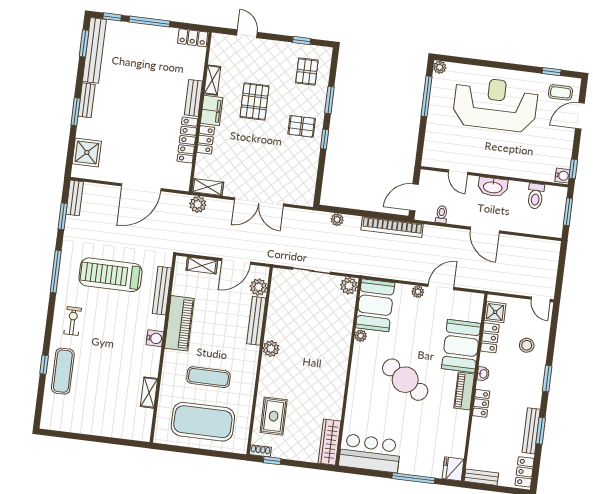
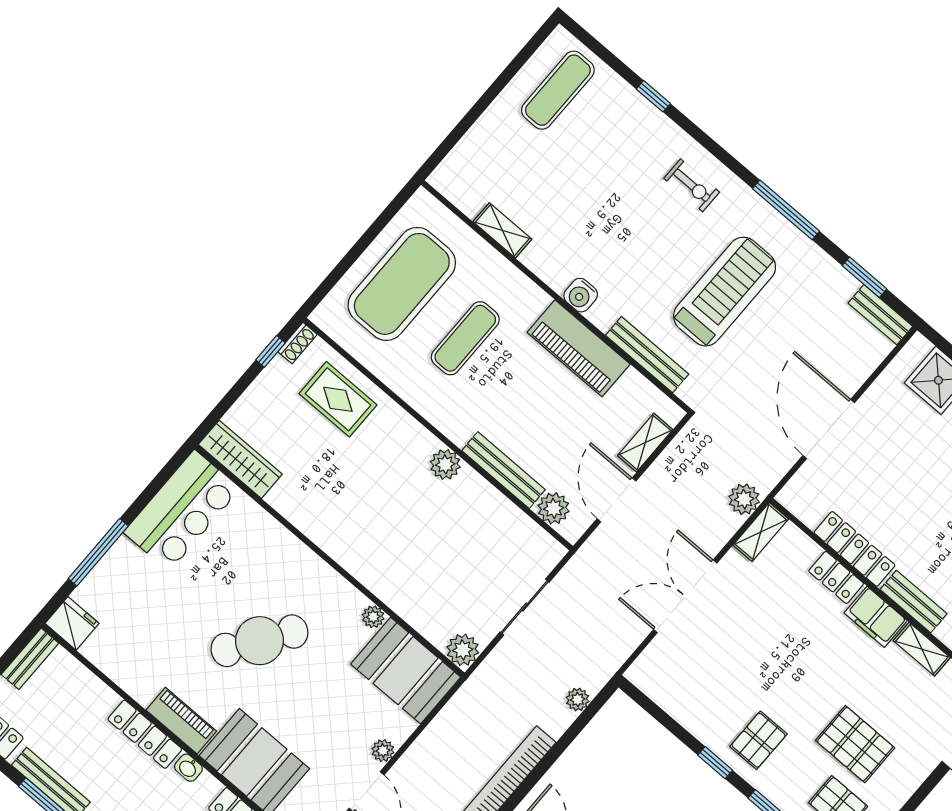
pallet: (254, 102) -> (855, 744), moved
exercise mat: (63, 371) -> (558, 90), moved, turned 90
locker: (481, 403) -> (145, 734), width x1.53

